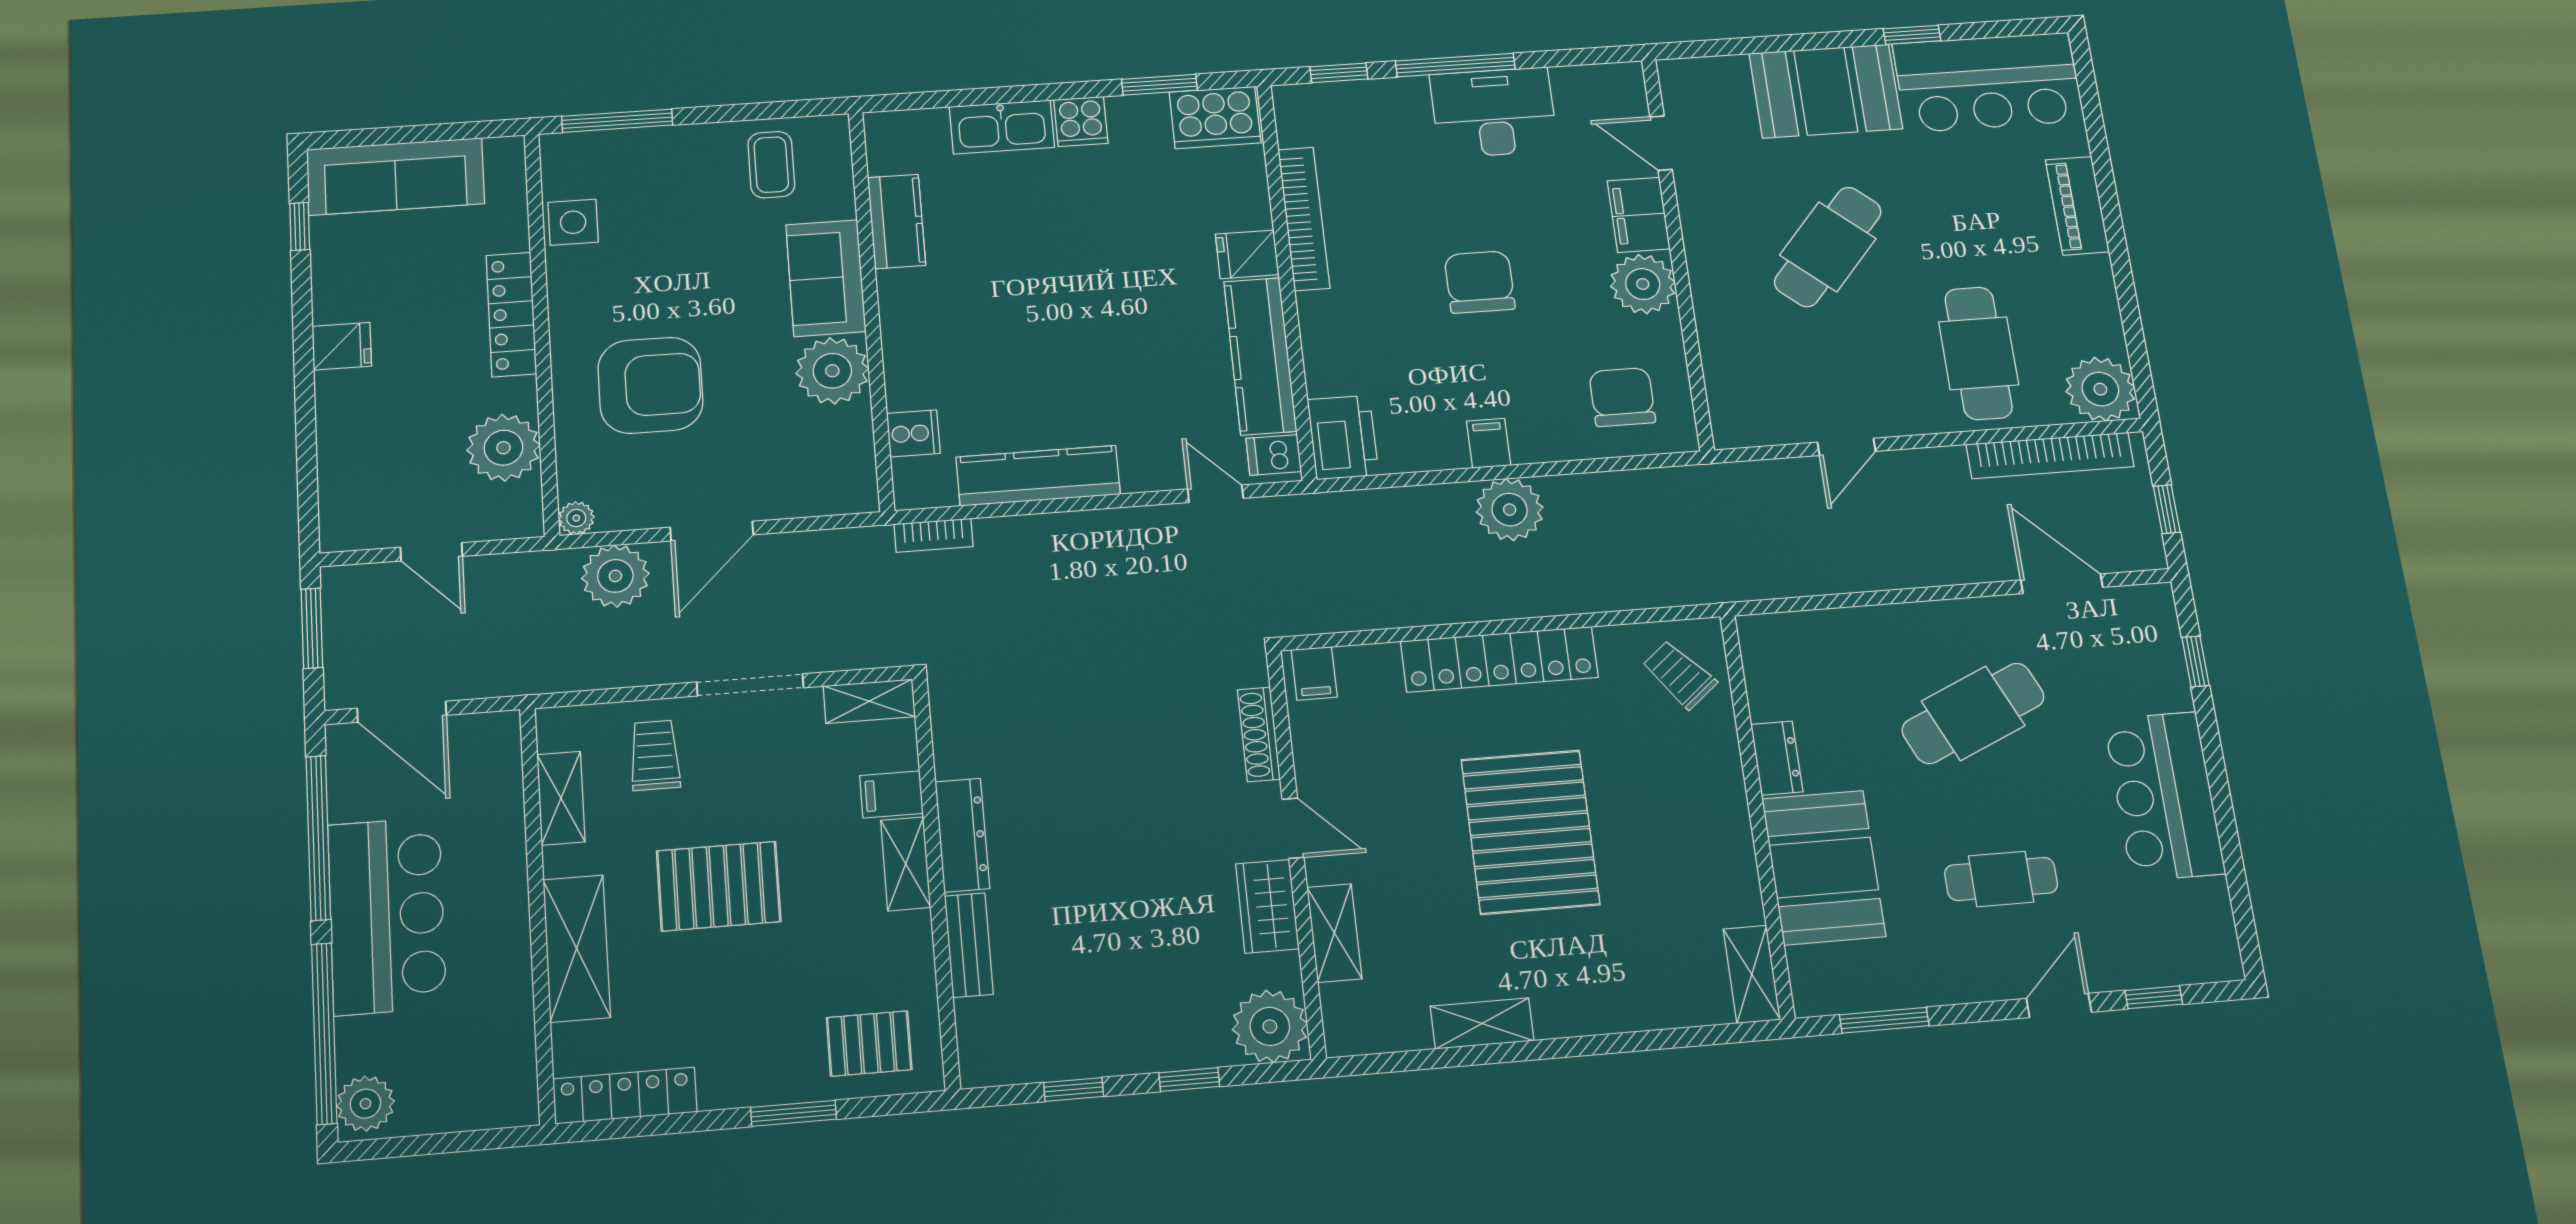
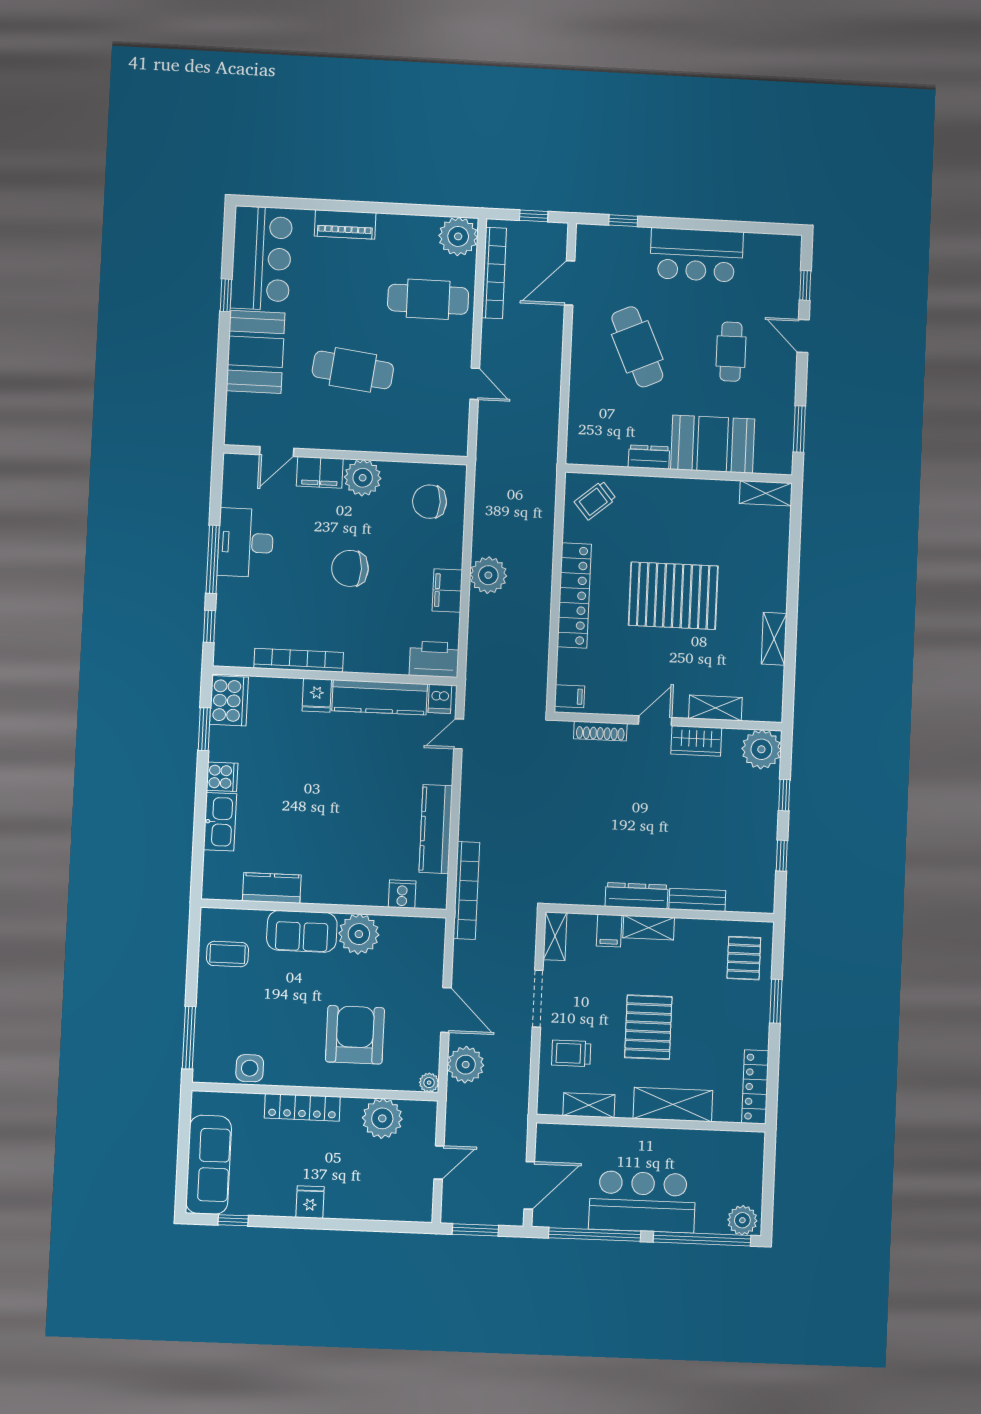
cafe table: (1828, 247) -> (353, 370), turned -34
filing cabinet: (1489, 443) -> (447, 591), width x2.00
bookcase: (934, 535) -> (466, 890), width x2.31, depth x1.31

